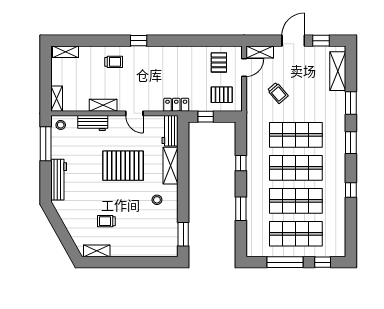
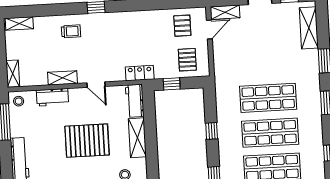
trolley: (278, 93) -> (246, 55), removed
pallet: (222, 95) -> (187, 60), turned 90

